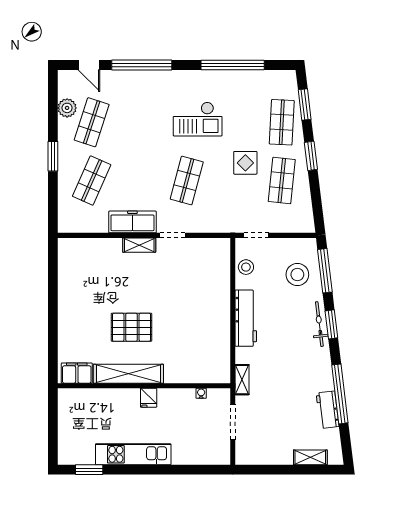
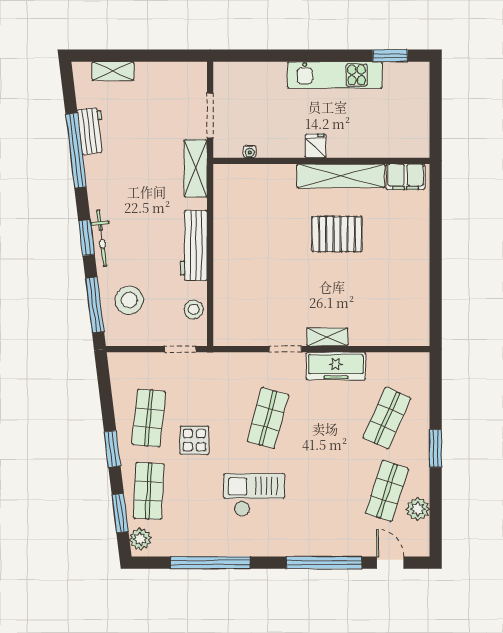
plant: (288, 84) -> (140, 539), added
shelving: (242, 380) -> (196, 169), width x1.50, depth x1.33

